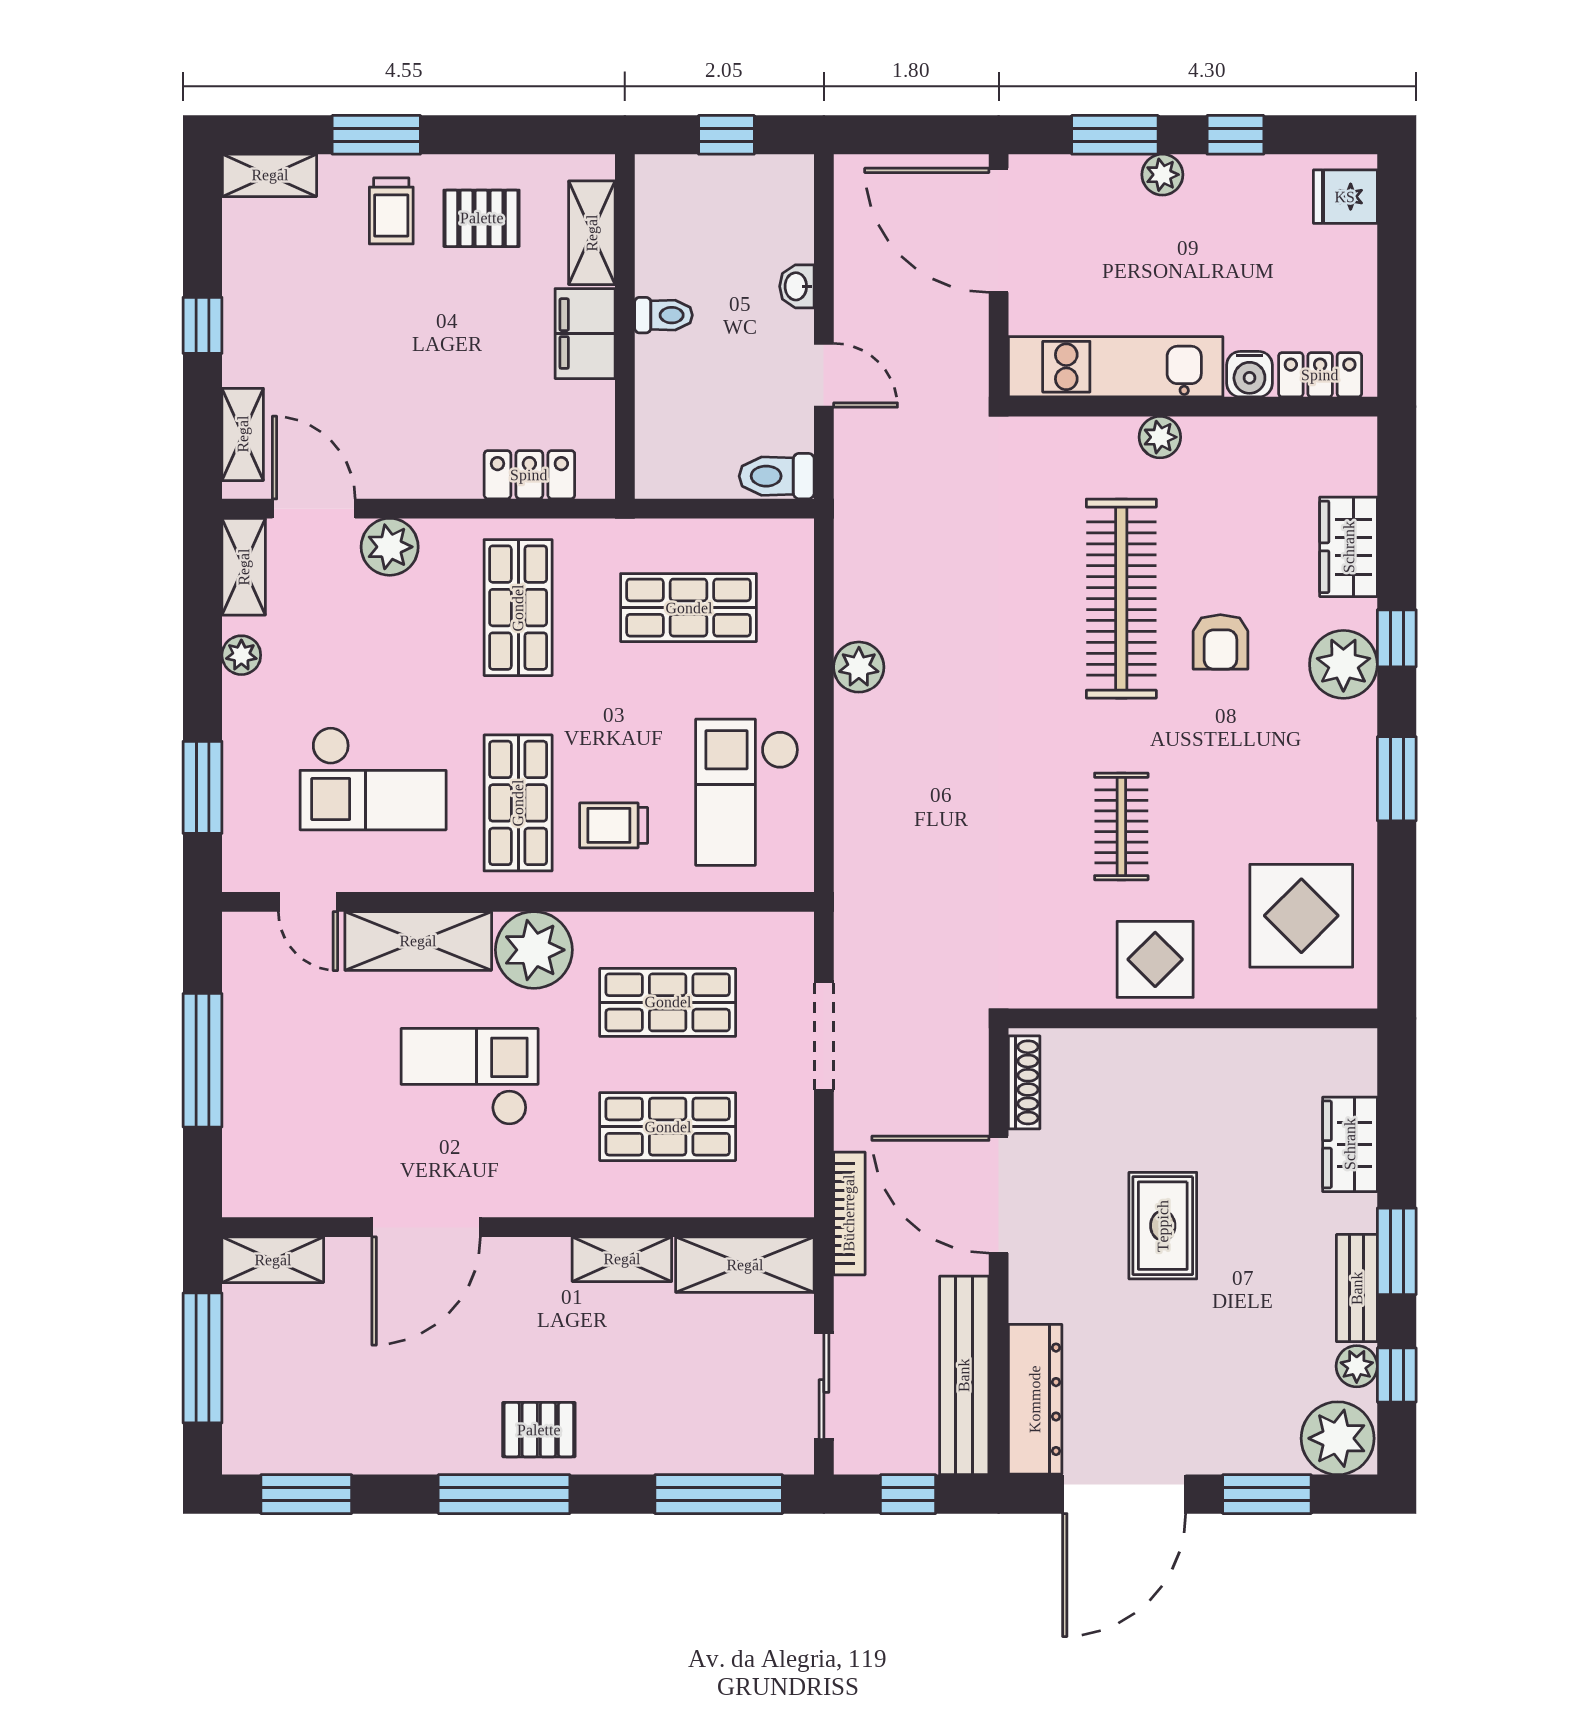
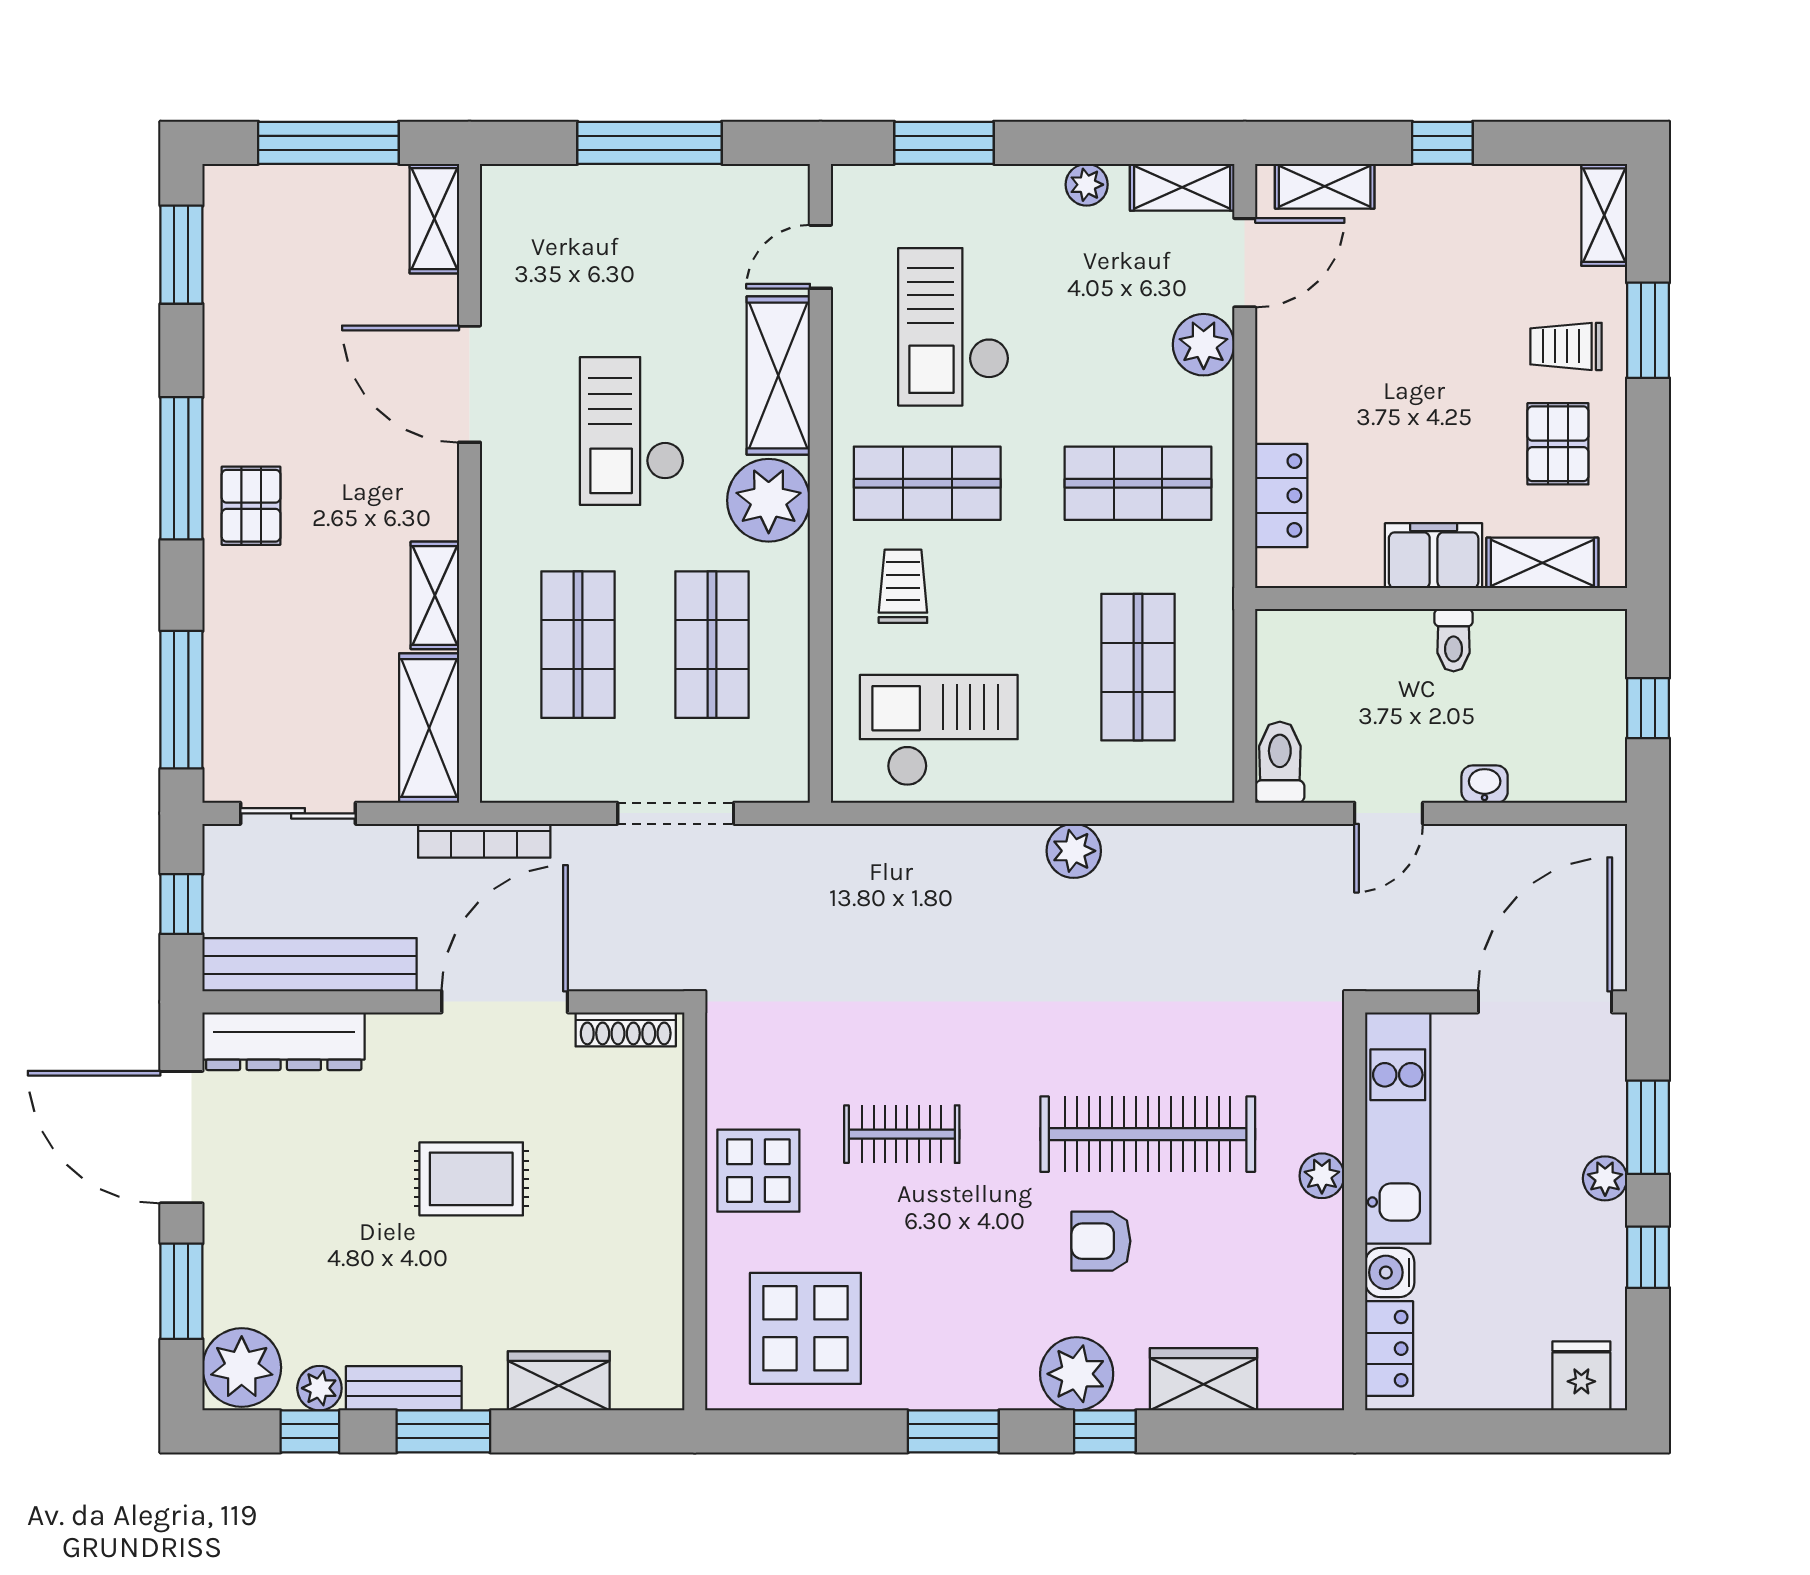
checkout: (470, 1077) -> (632, 431), turned 180

